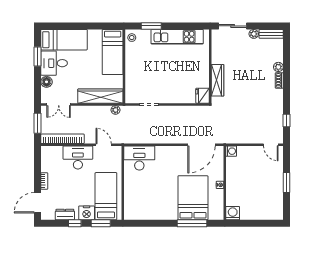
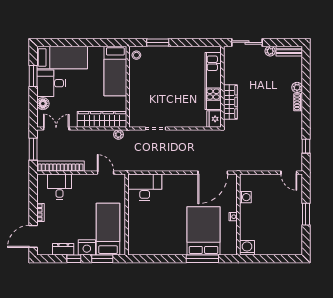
kitchen unit: (177, 37) -> (213, 81), moved, turned 90
double door: (59, 104) -> (56, 128), swing flipped
washing machine: (231, 151) -> (245, 197), moved
desk: (78, 158) -> (60, 187), moved, width x0.73

